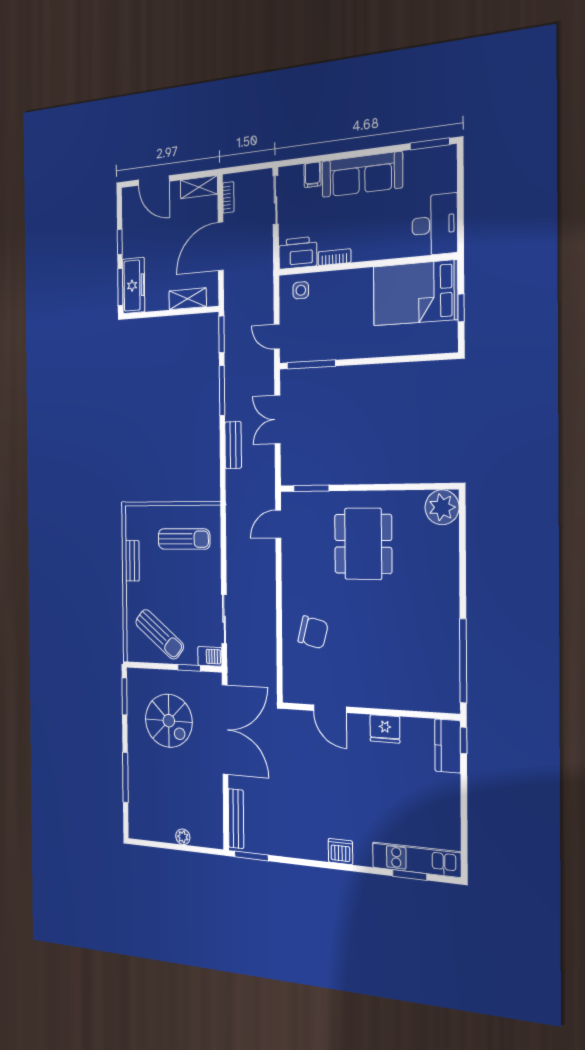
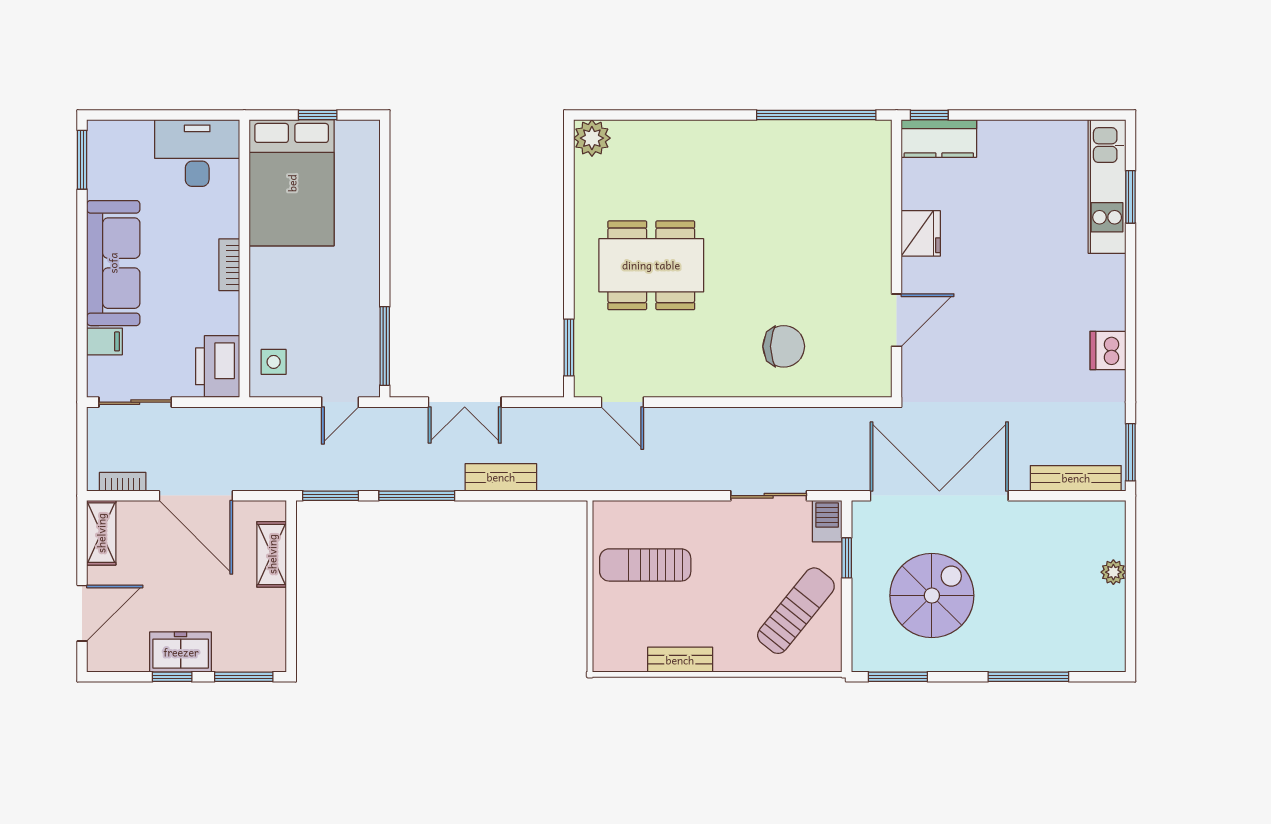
bookcase: (334, 257) -> (229, 265), moved
freezer: (134, 285) -> (181, 652), moved, width x0.71
plant: (442, 507) -> (592, 138), width x0.73, depth x0.73
sun lounger: (184, 539) -> (645, 565), turned -90
chair: (313, 632) -> (784, 346), turned 76
dishwasher: (340, 852) -> (1108, 351), moved

